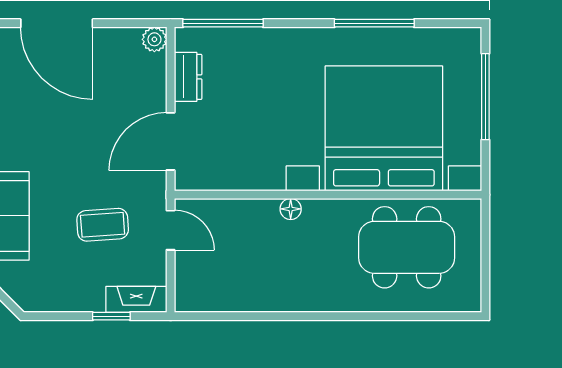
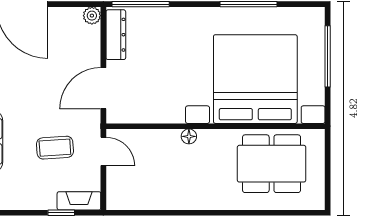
dresser: (188, 77) -> (116, 35), width x1.44

